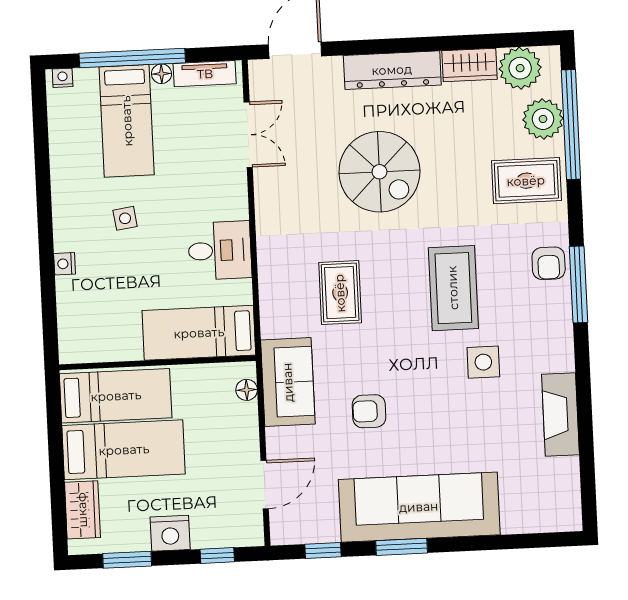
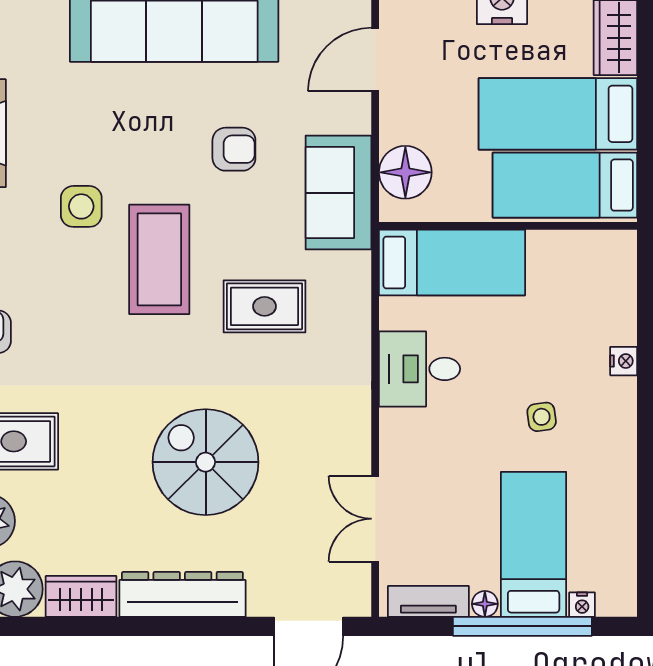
nightstand: (63, 78) -> (582, 605), moved
coffee table: (453, 288) -> (159, 259), moved
rug: (340, 293) -> (265, 306), turned 90
floor lamp: (247, 390) -> (405, 172), width x1.89, depth x1.89

